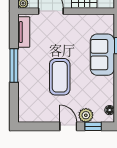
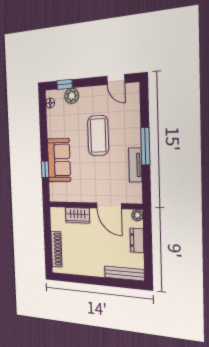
tv unit: (24, 32) -> (135, 165), moved
door: (68, 126) -> (116, 80), moved

